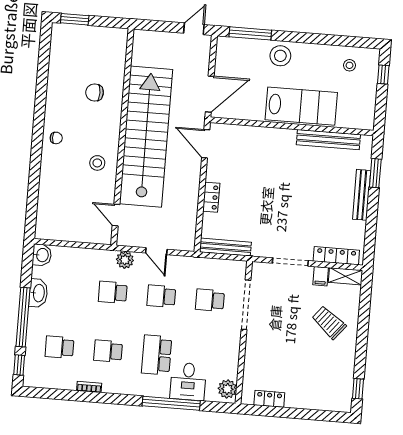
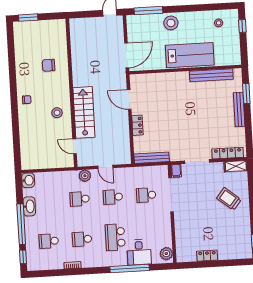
stairs: (146, 137) -> (84, 112), width x0.54, depth x0.66
door: (206, 144) -> (129, 100), moved
filing cabinet: (321, 276) -> (176, 171), moved
locker: (269, 399) -> (207, 256), moved

